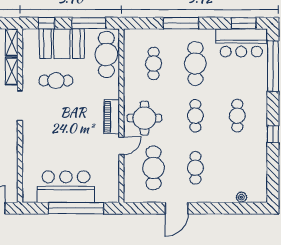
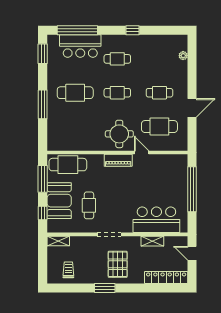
bar counter: (241, 43) -> (80, 46), moved, turned 90
cafe table: (154, 63) -> (75, 127), removed
shelving: (12, 71) -> (152, 241), moved
bar counter: (66, 187) -> (156, 220), moved, turned 90
door: (177, 208) -> (192, 108), hinge flipped

